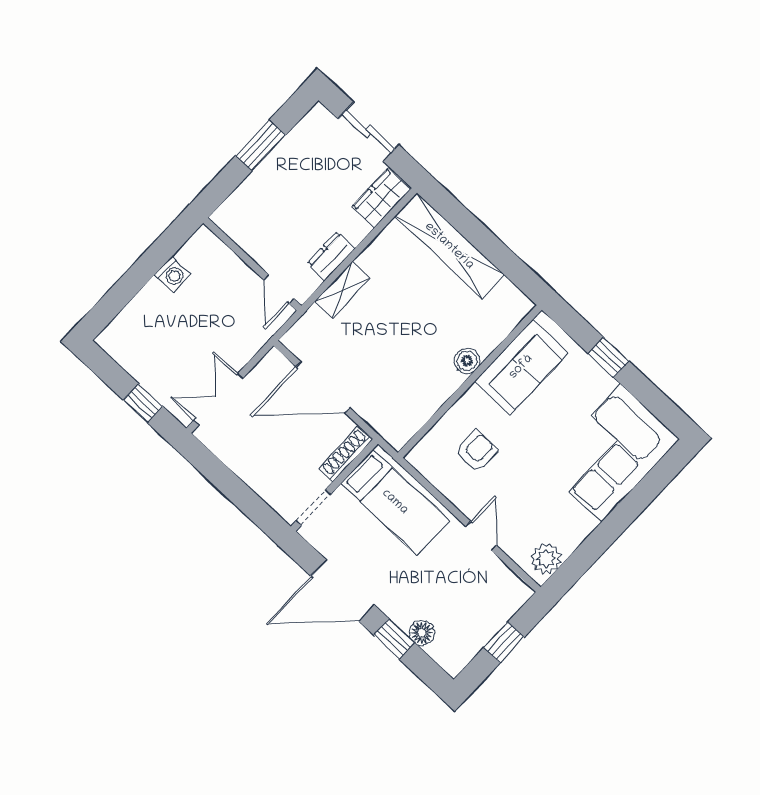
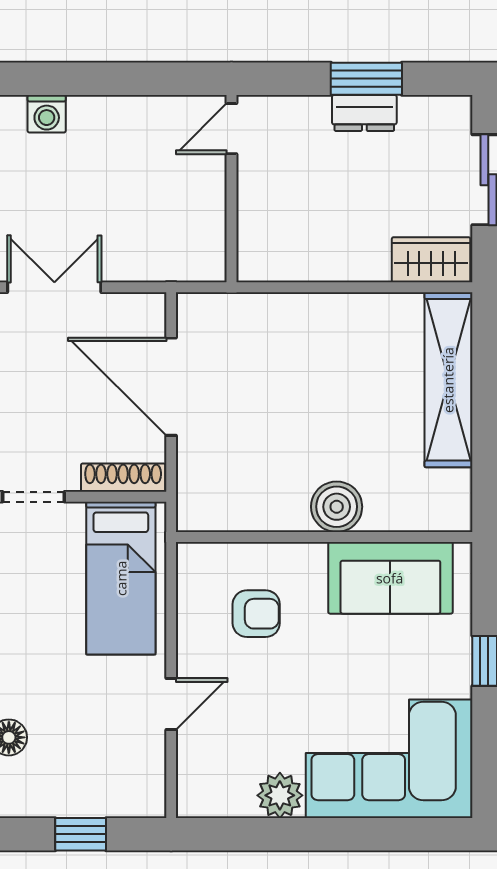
dresser: (331, 256) -> (364, 113), moved, turned 180
washing machine: (173, 274) -> (47, 114), moved
door: (279, 289) -> (232, 129), moved
shelving: (342, 290) -> (294, 310), removed
boiler: (467, 361) -> (337, 507), width x1.36, depth x1.36
plant: (546, 559) -> (280, 795), moved

